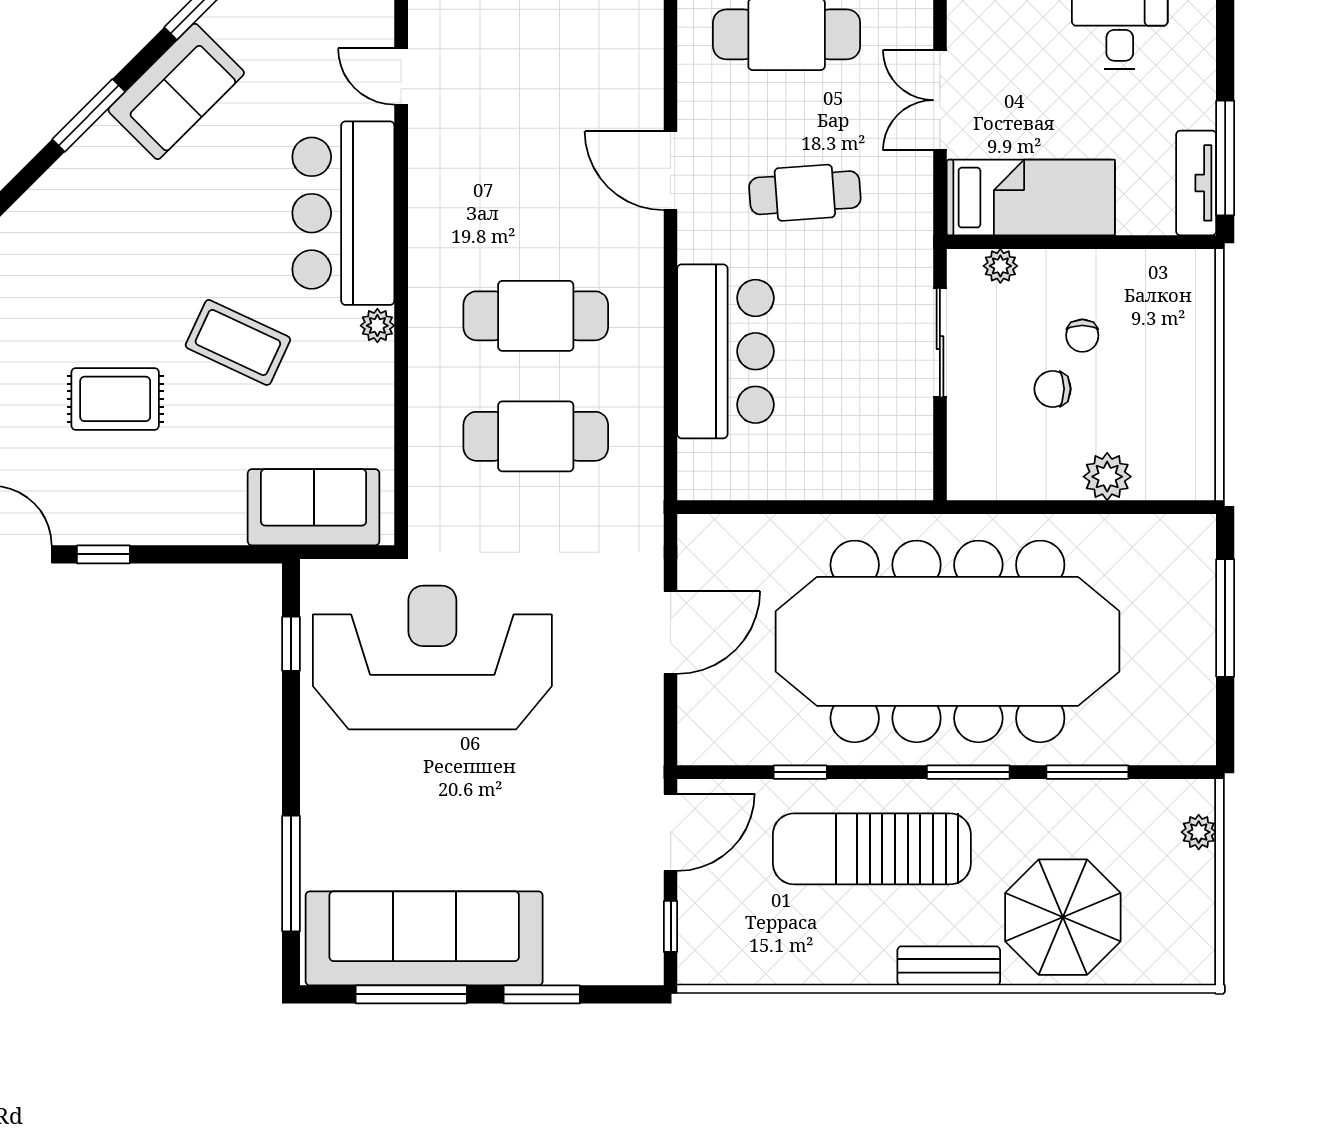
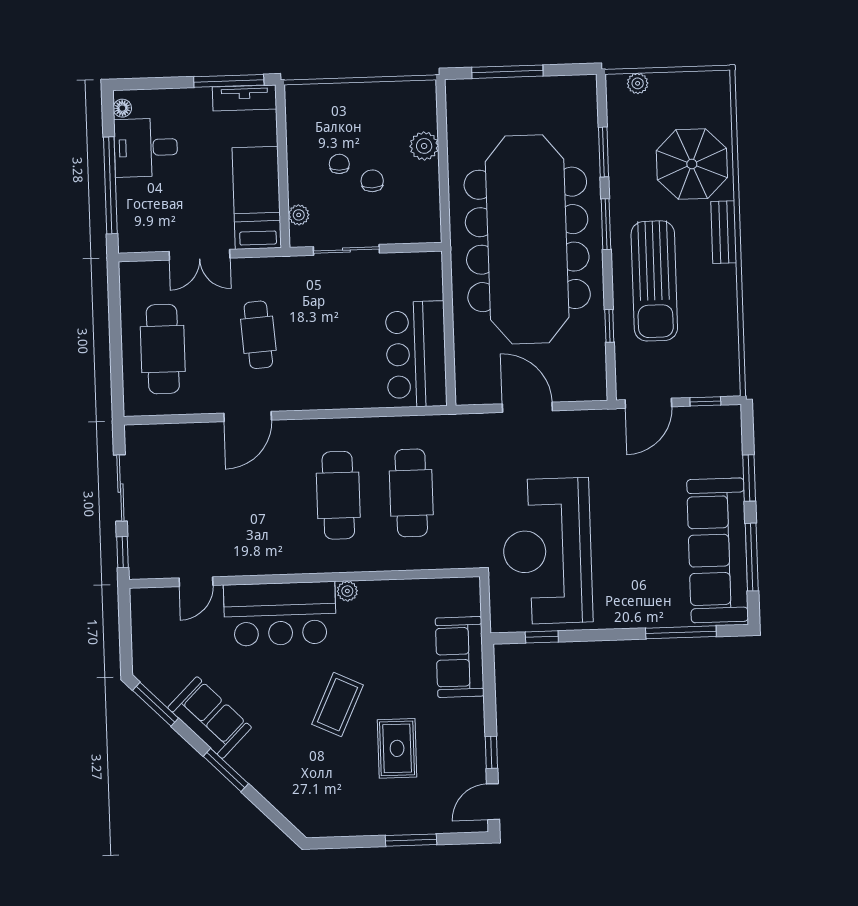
chair: (1082, 336) -> (339, 164), turned -90
coffee table: (238, 342) -> (337, 705), moved
bar counter: (726, 351) -> (416, 354), moved, turned -90
chair: (1053, 389) -> (372, 181), turned 180
sofa: (314, 507) -> (460, 657), moved
door: (671, 832) -> (648, 403), swing flipped

